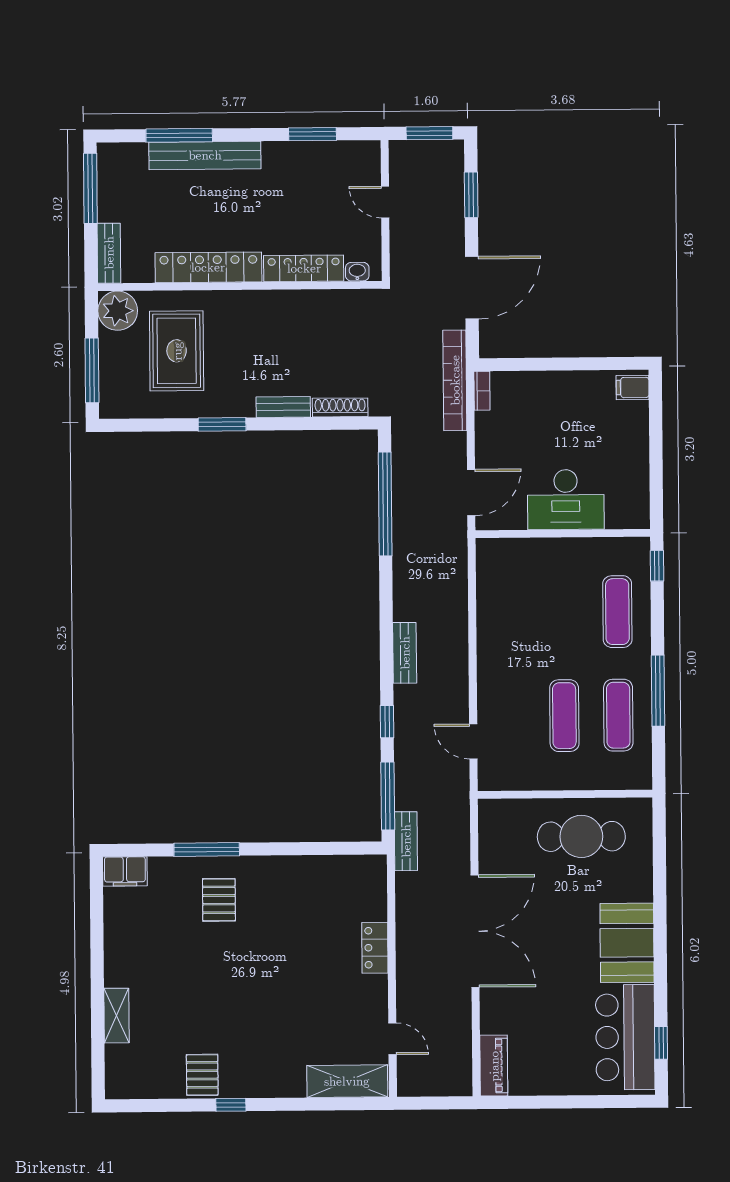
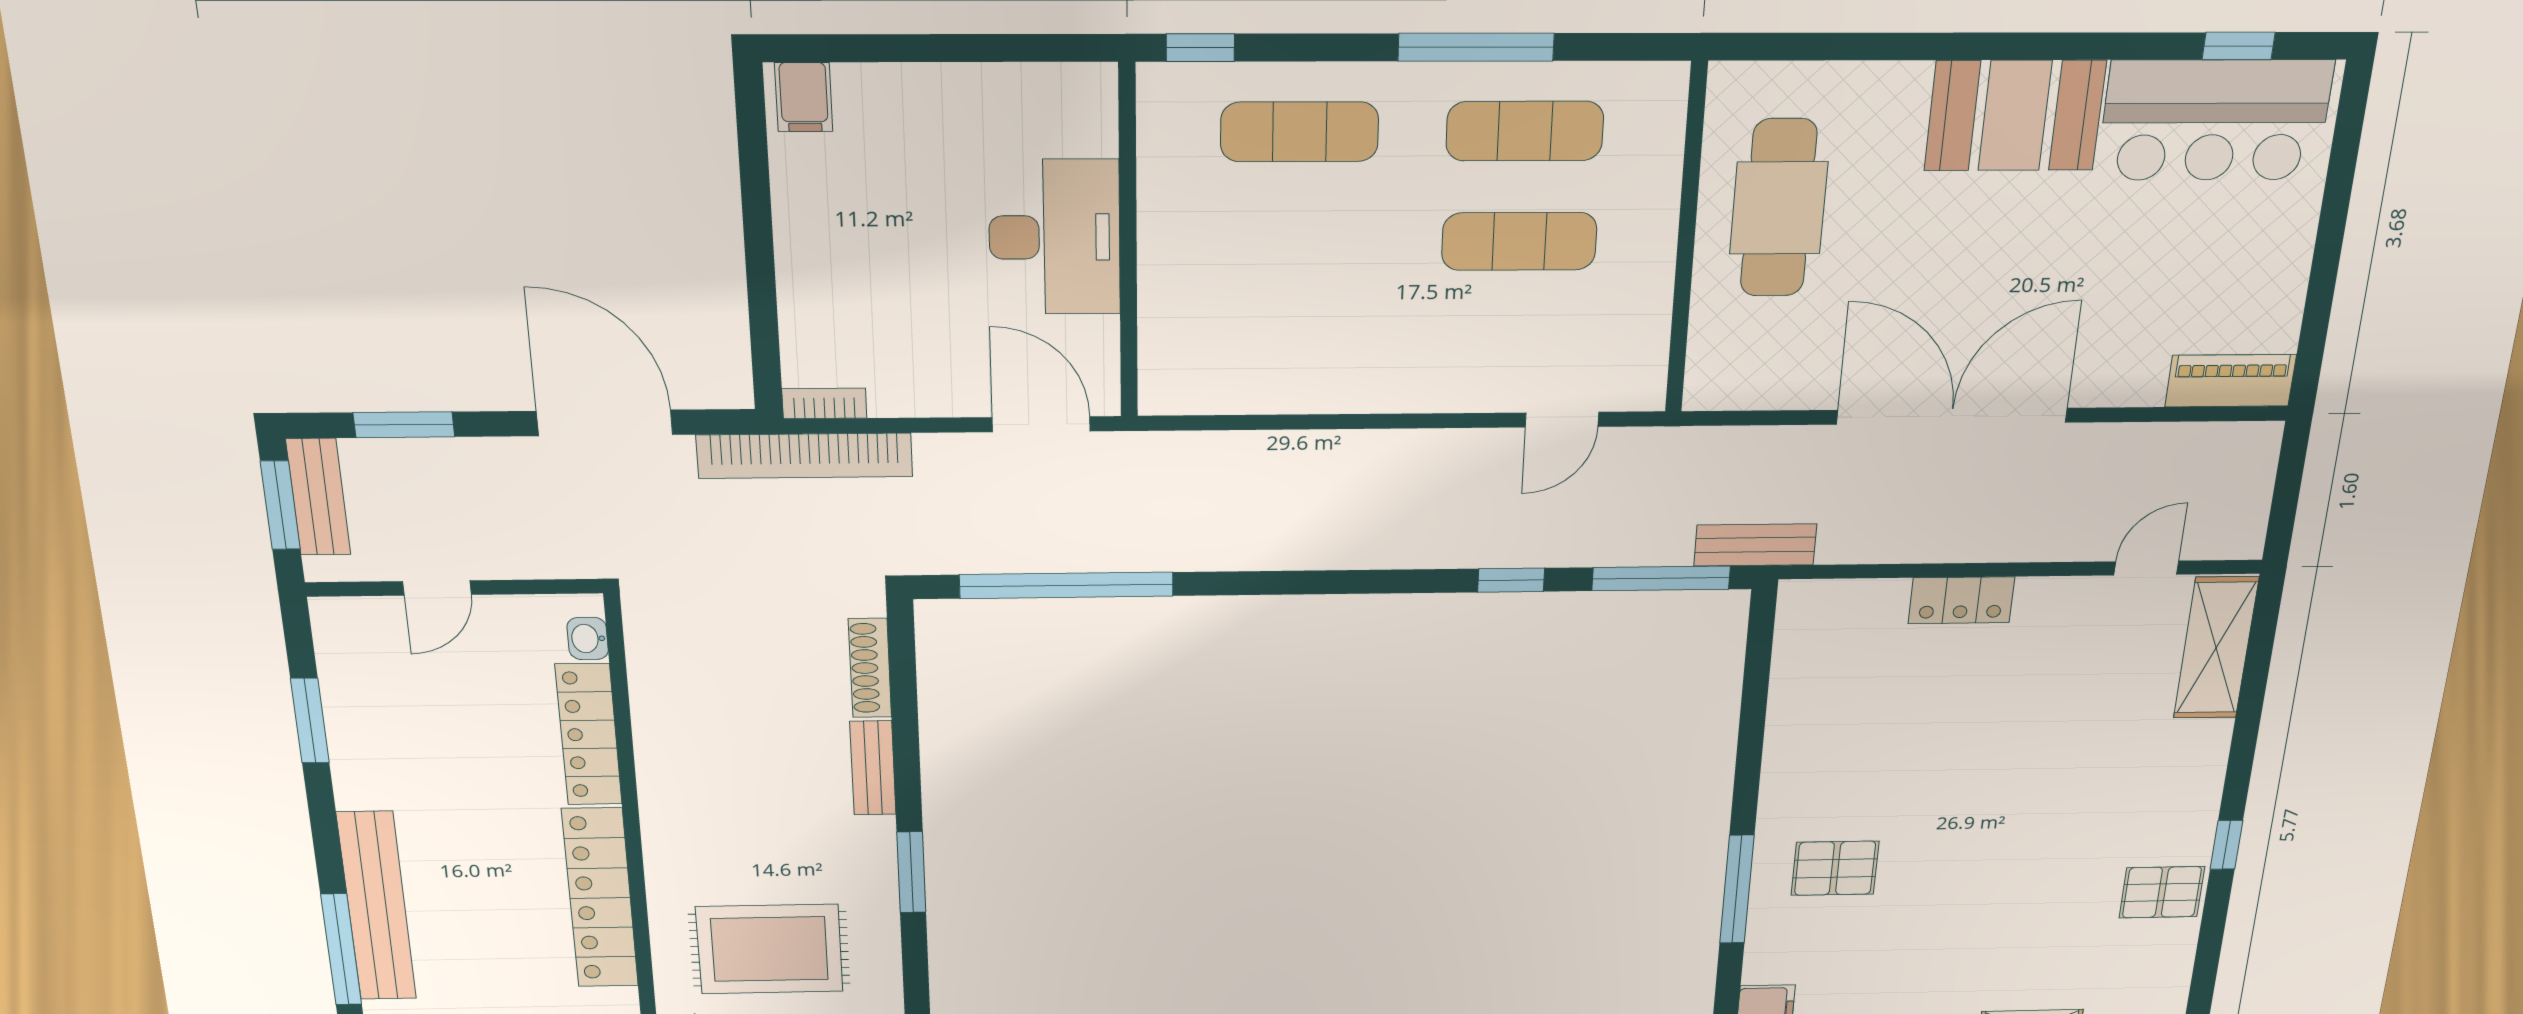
bench: (405, 653) -> (318, 497), moved, turned 90

